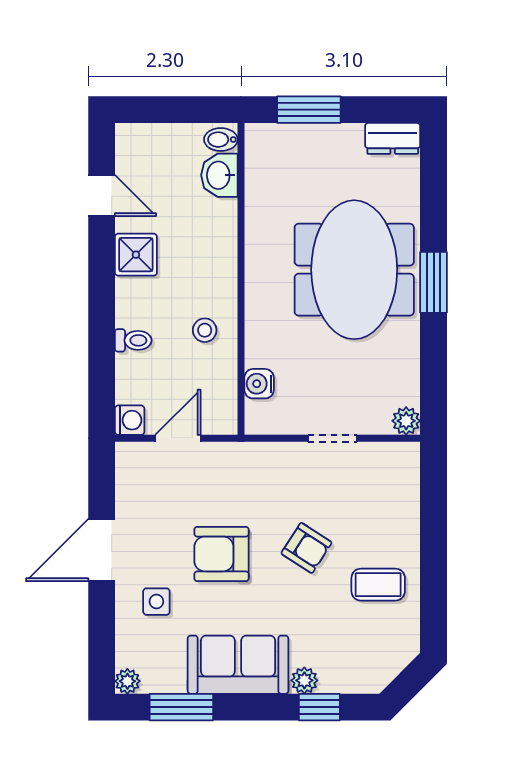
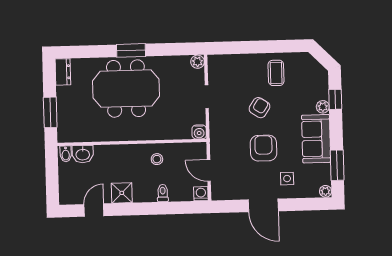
water cooler: (259, 384) -> (199, 132), moved
armchair: (221, 554) -> (264, 148), turned 180

